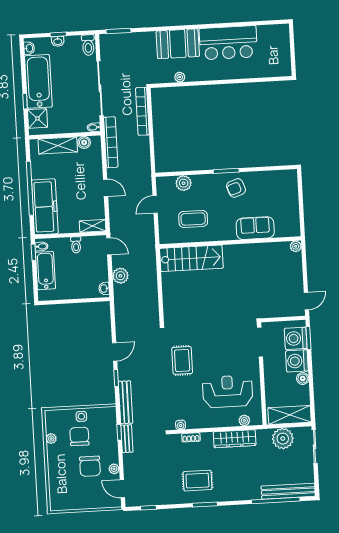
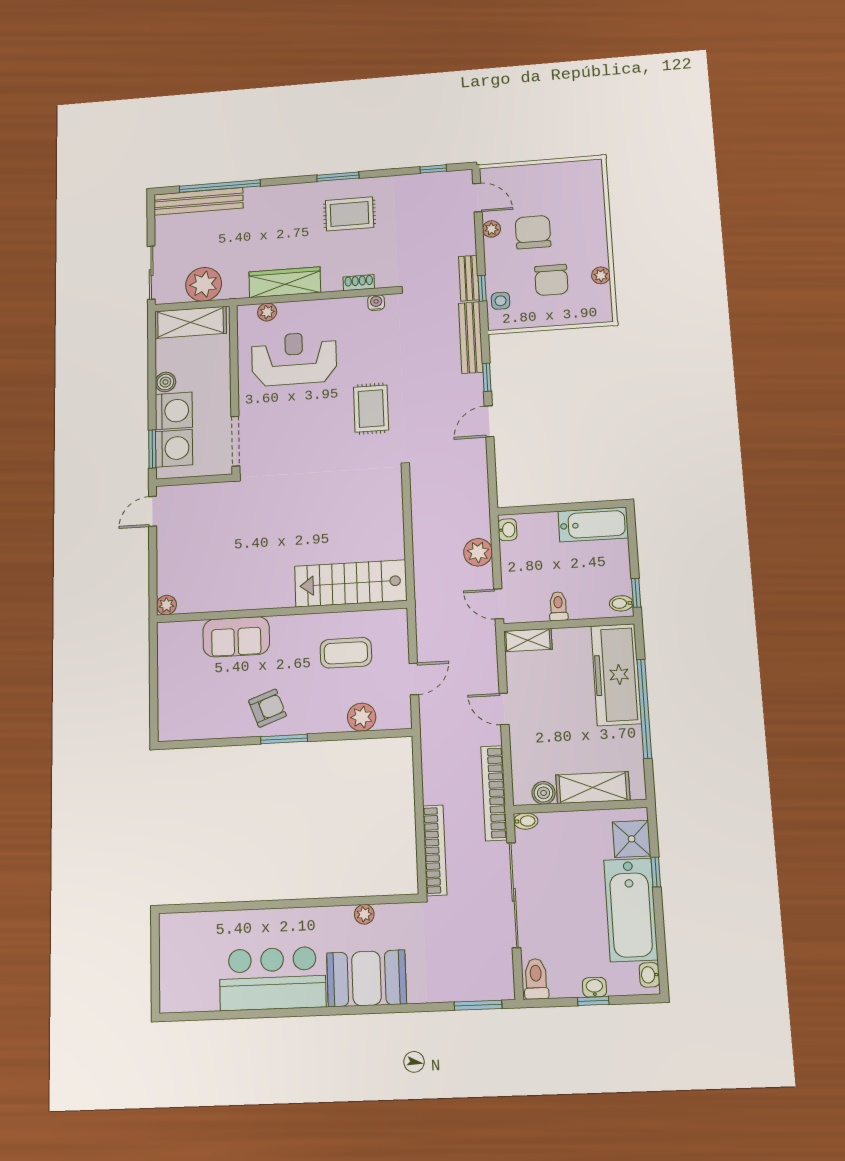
bathtub: (45, 271) -> (593, 525), moved, turned -90
reception desk: (228, 391) -> (294, 359), turned 180
side table: (81, 416) -> (501, 301), moved

